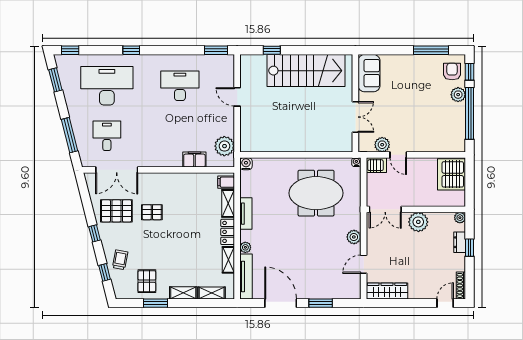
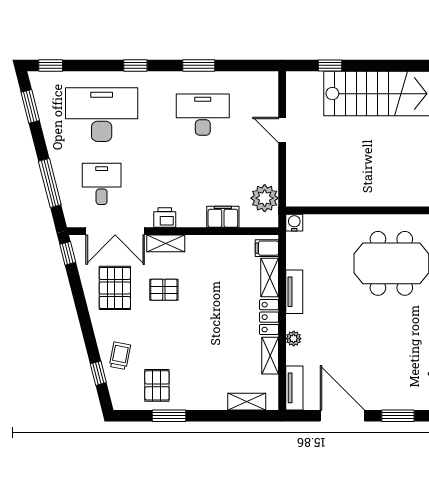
window: (216, 50) -> (199, 65), moved
printer: (152, 160) -> (165, 217), added
pallet: (116, 211) -> (115, 288), turned 90
window: (95, 233) -> (68, 253), moved
tv unit: (246, 276) -> (294, 388), width x0.71
shelving: (183, 293) -> (166, 243), moved

